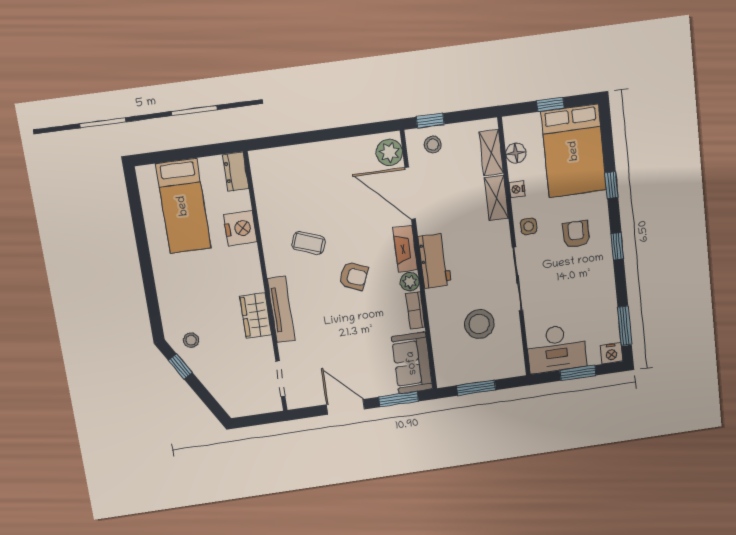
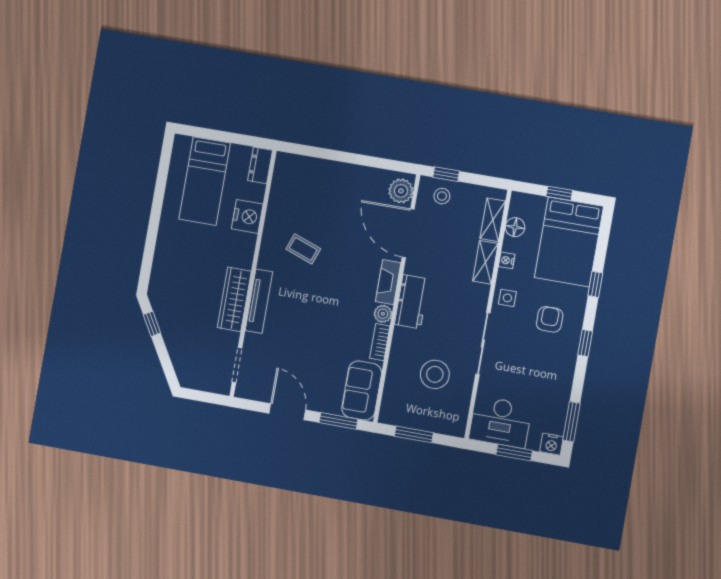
armchair: (353, 276) -> (334, 292), removed
wardrobe: (256, 316) -> (234, 299), width x1.50
stool: (191, 340) -> (170, 303), removed

